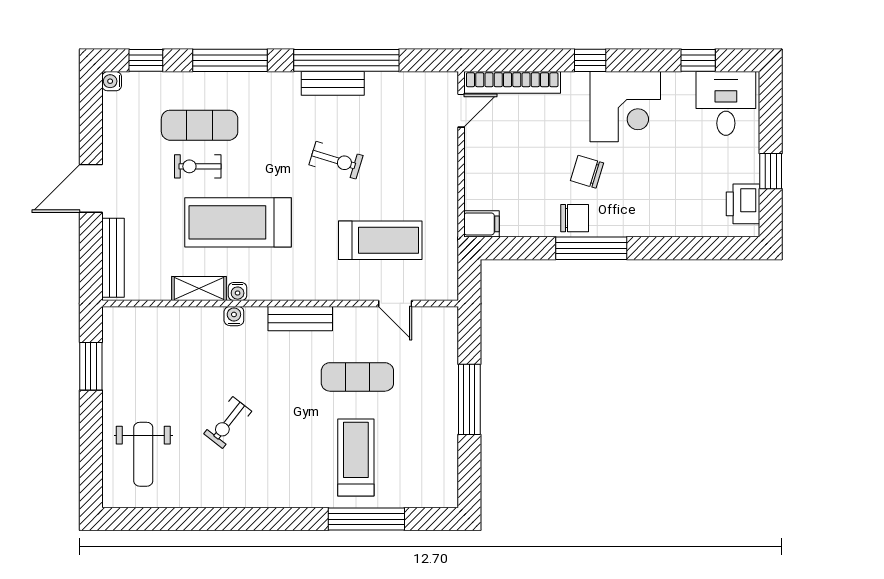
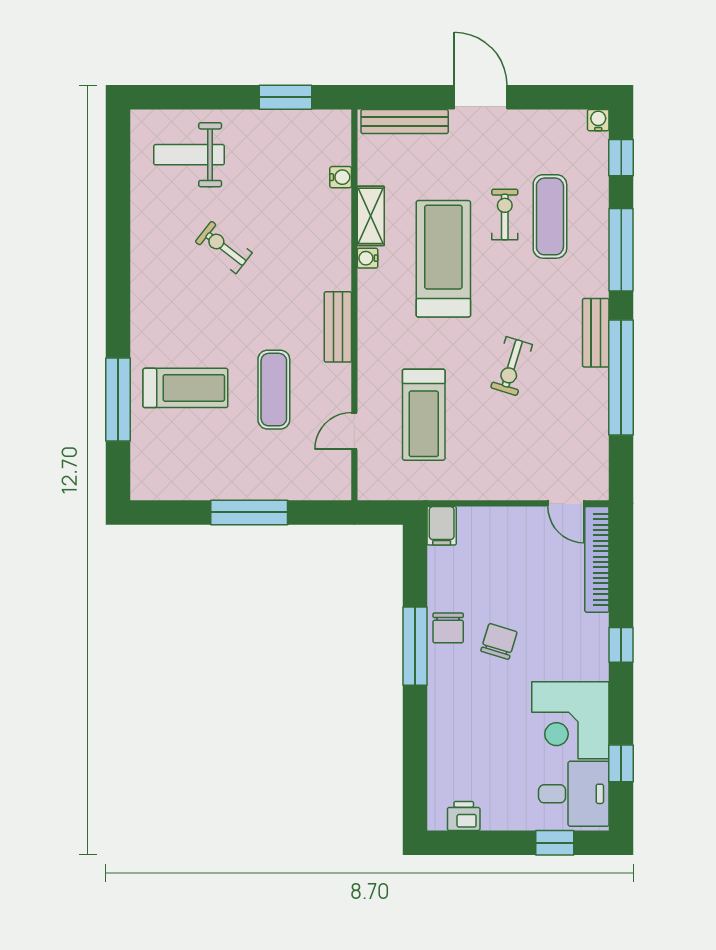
bench: (333, 83) -> (596, 333), moved
corner desk: (625, 107) -> (570, 720), moved
window: (771, 171) -> (555, 843), moved
printer: (743, 204) -> (464, 816), width x0.73, depth x0.81
water cooler: (234, 316) -> (341, 177), moved

